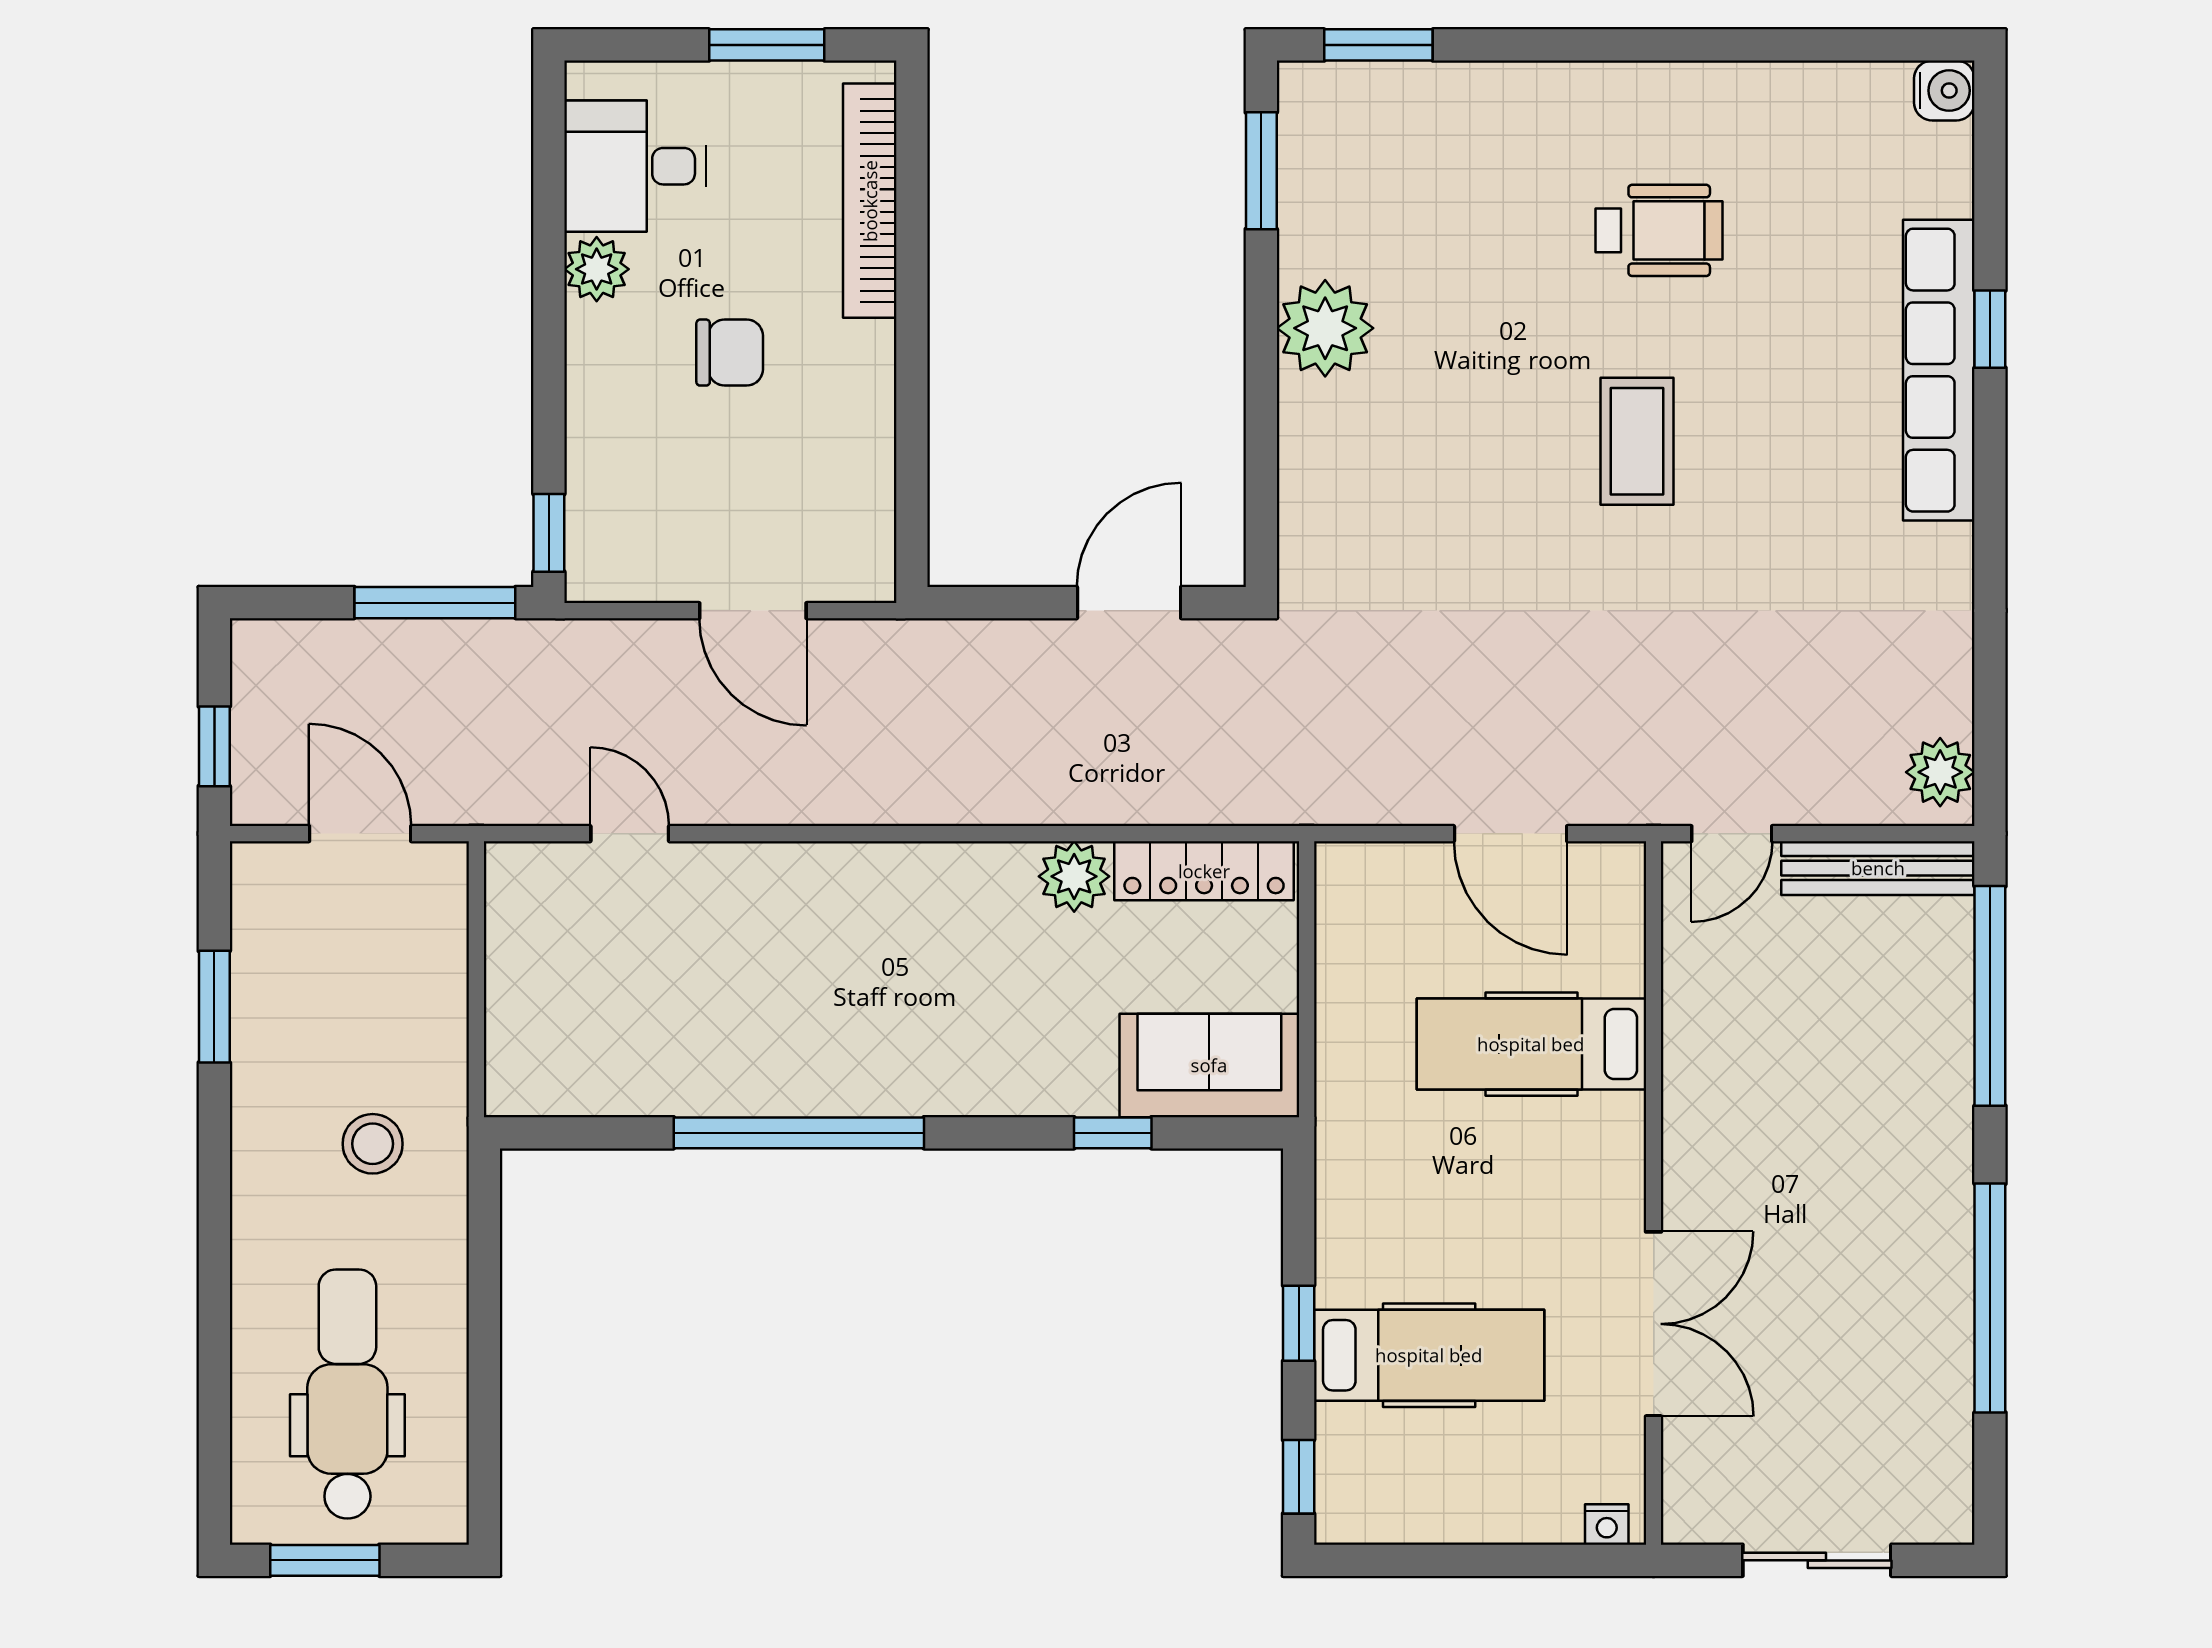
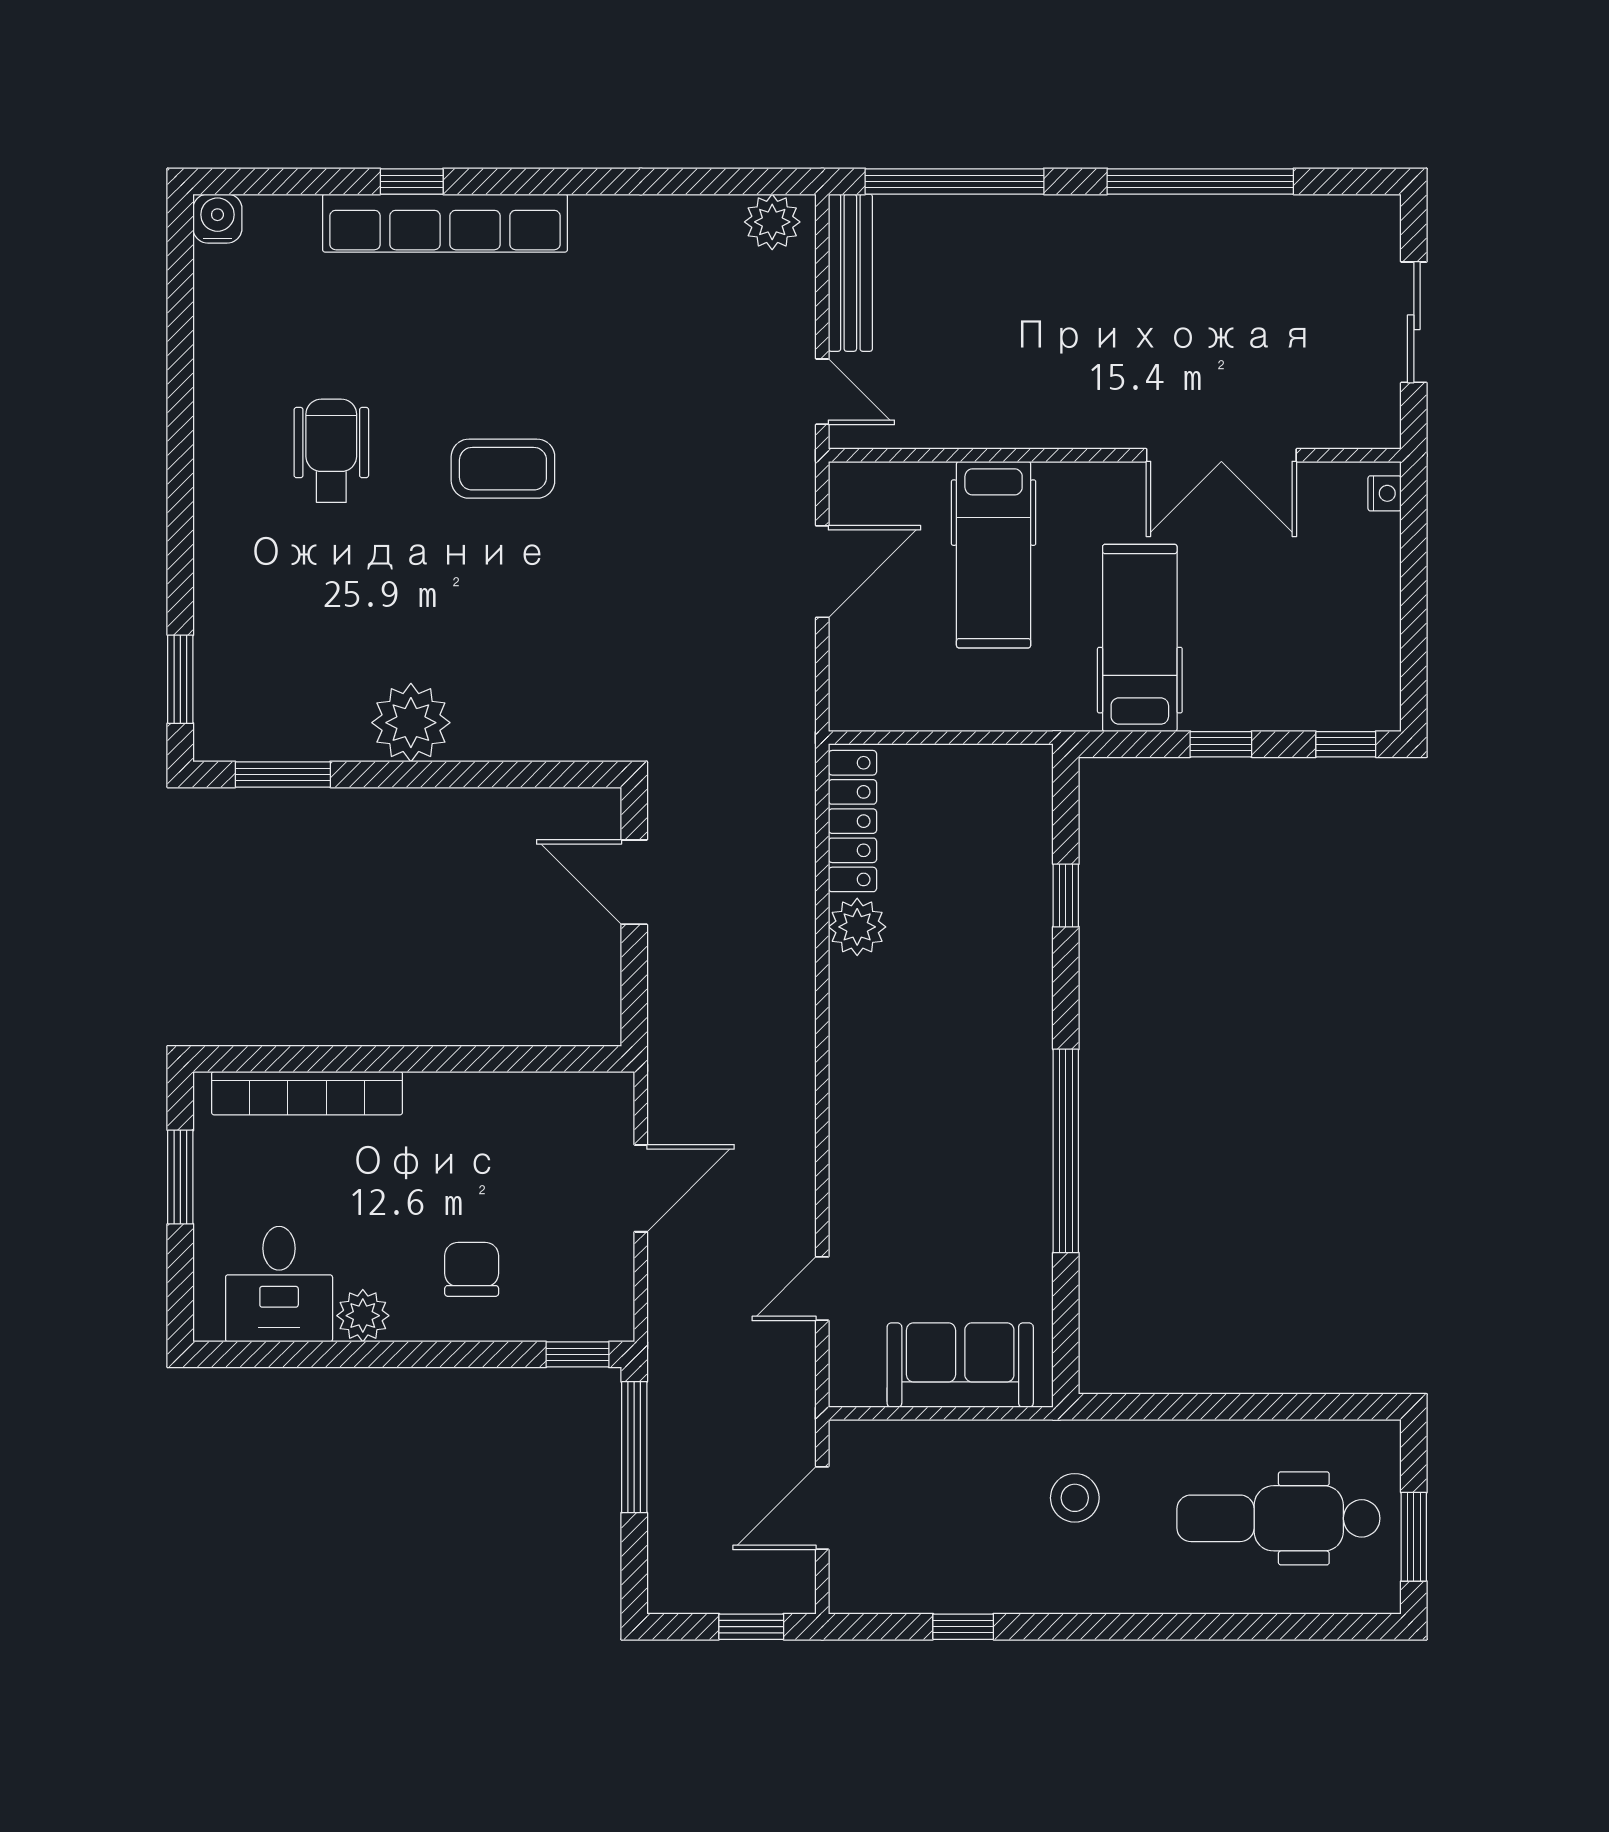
chair: (730, 353) -> (472, 1269), moved
window: (214, 1007) -> (963, 1627), width x0.67
sofa: (1209, 1065) -> (960, 1365), moved, turned 90
double door: (1654, 1324) -> (1221, 455), swing flipped
hospital bed: (1429, 1355) -> (1140, 638), moved

